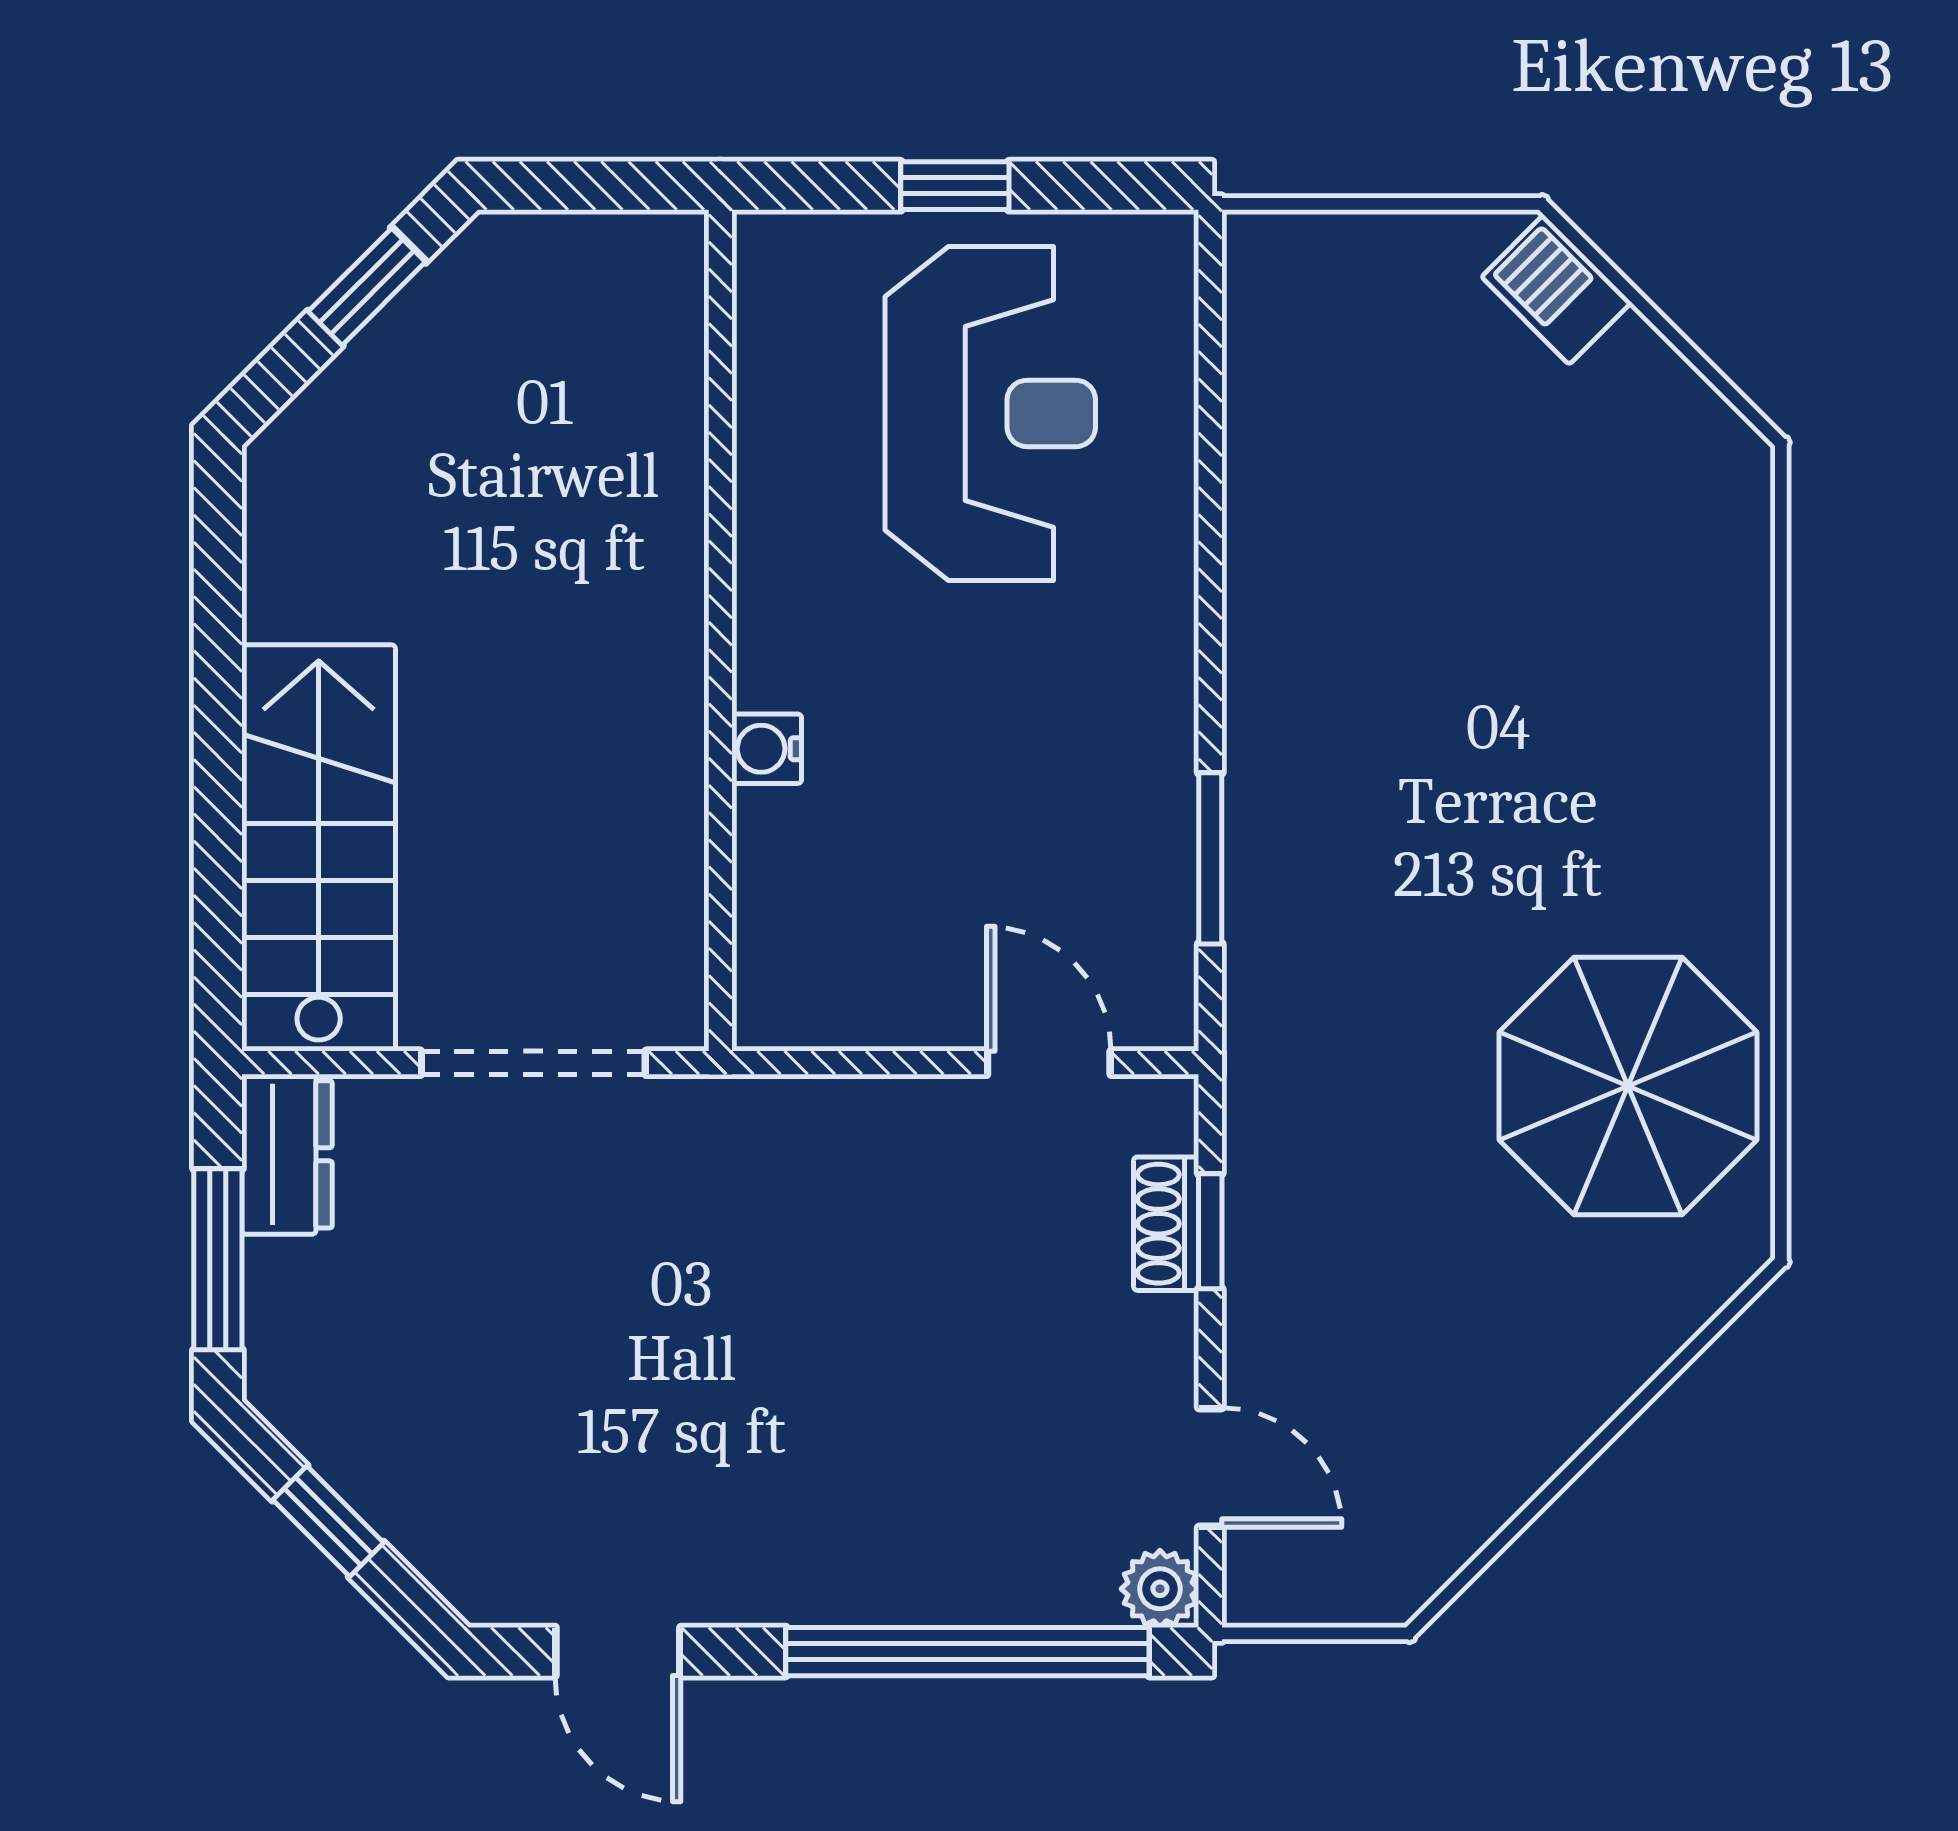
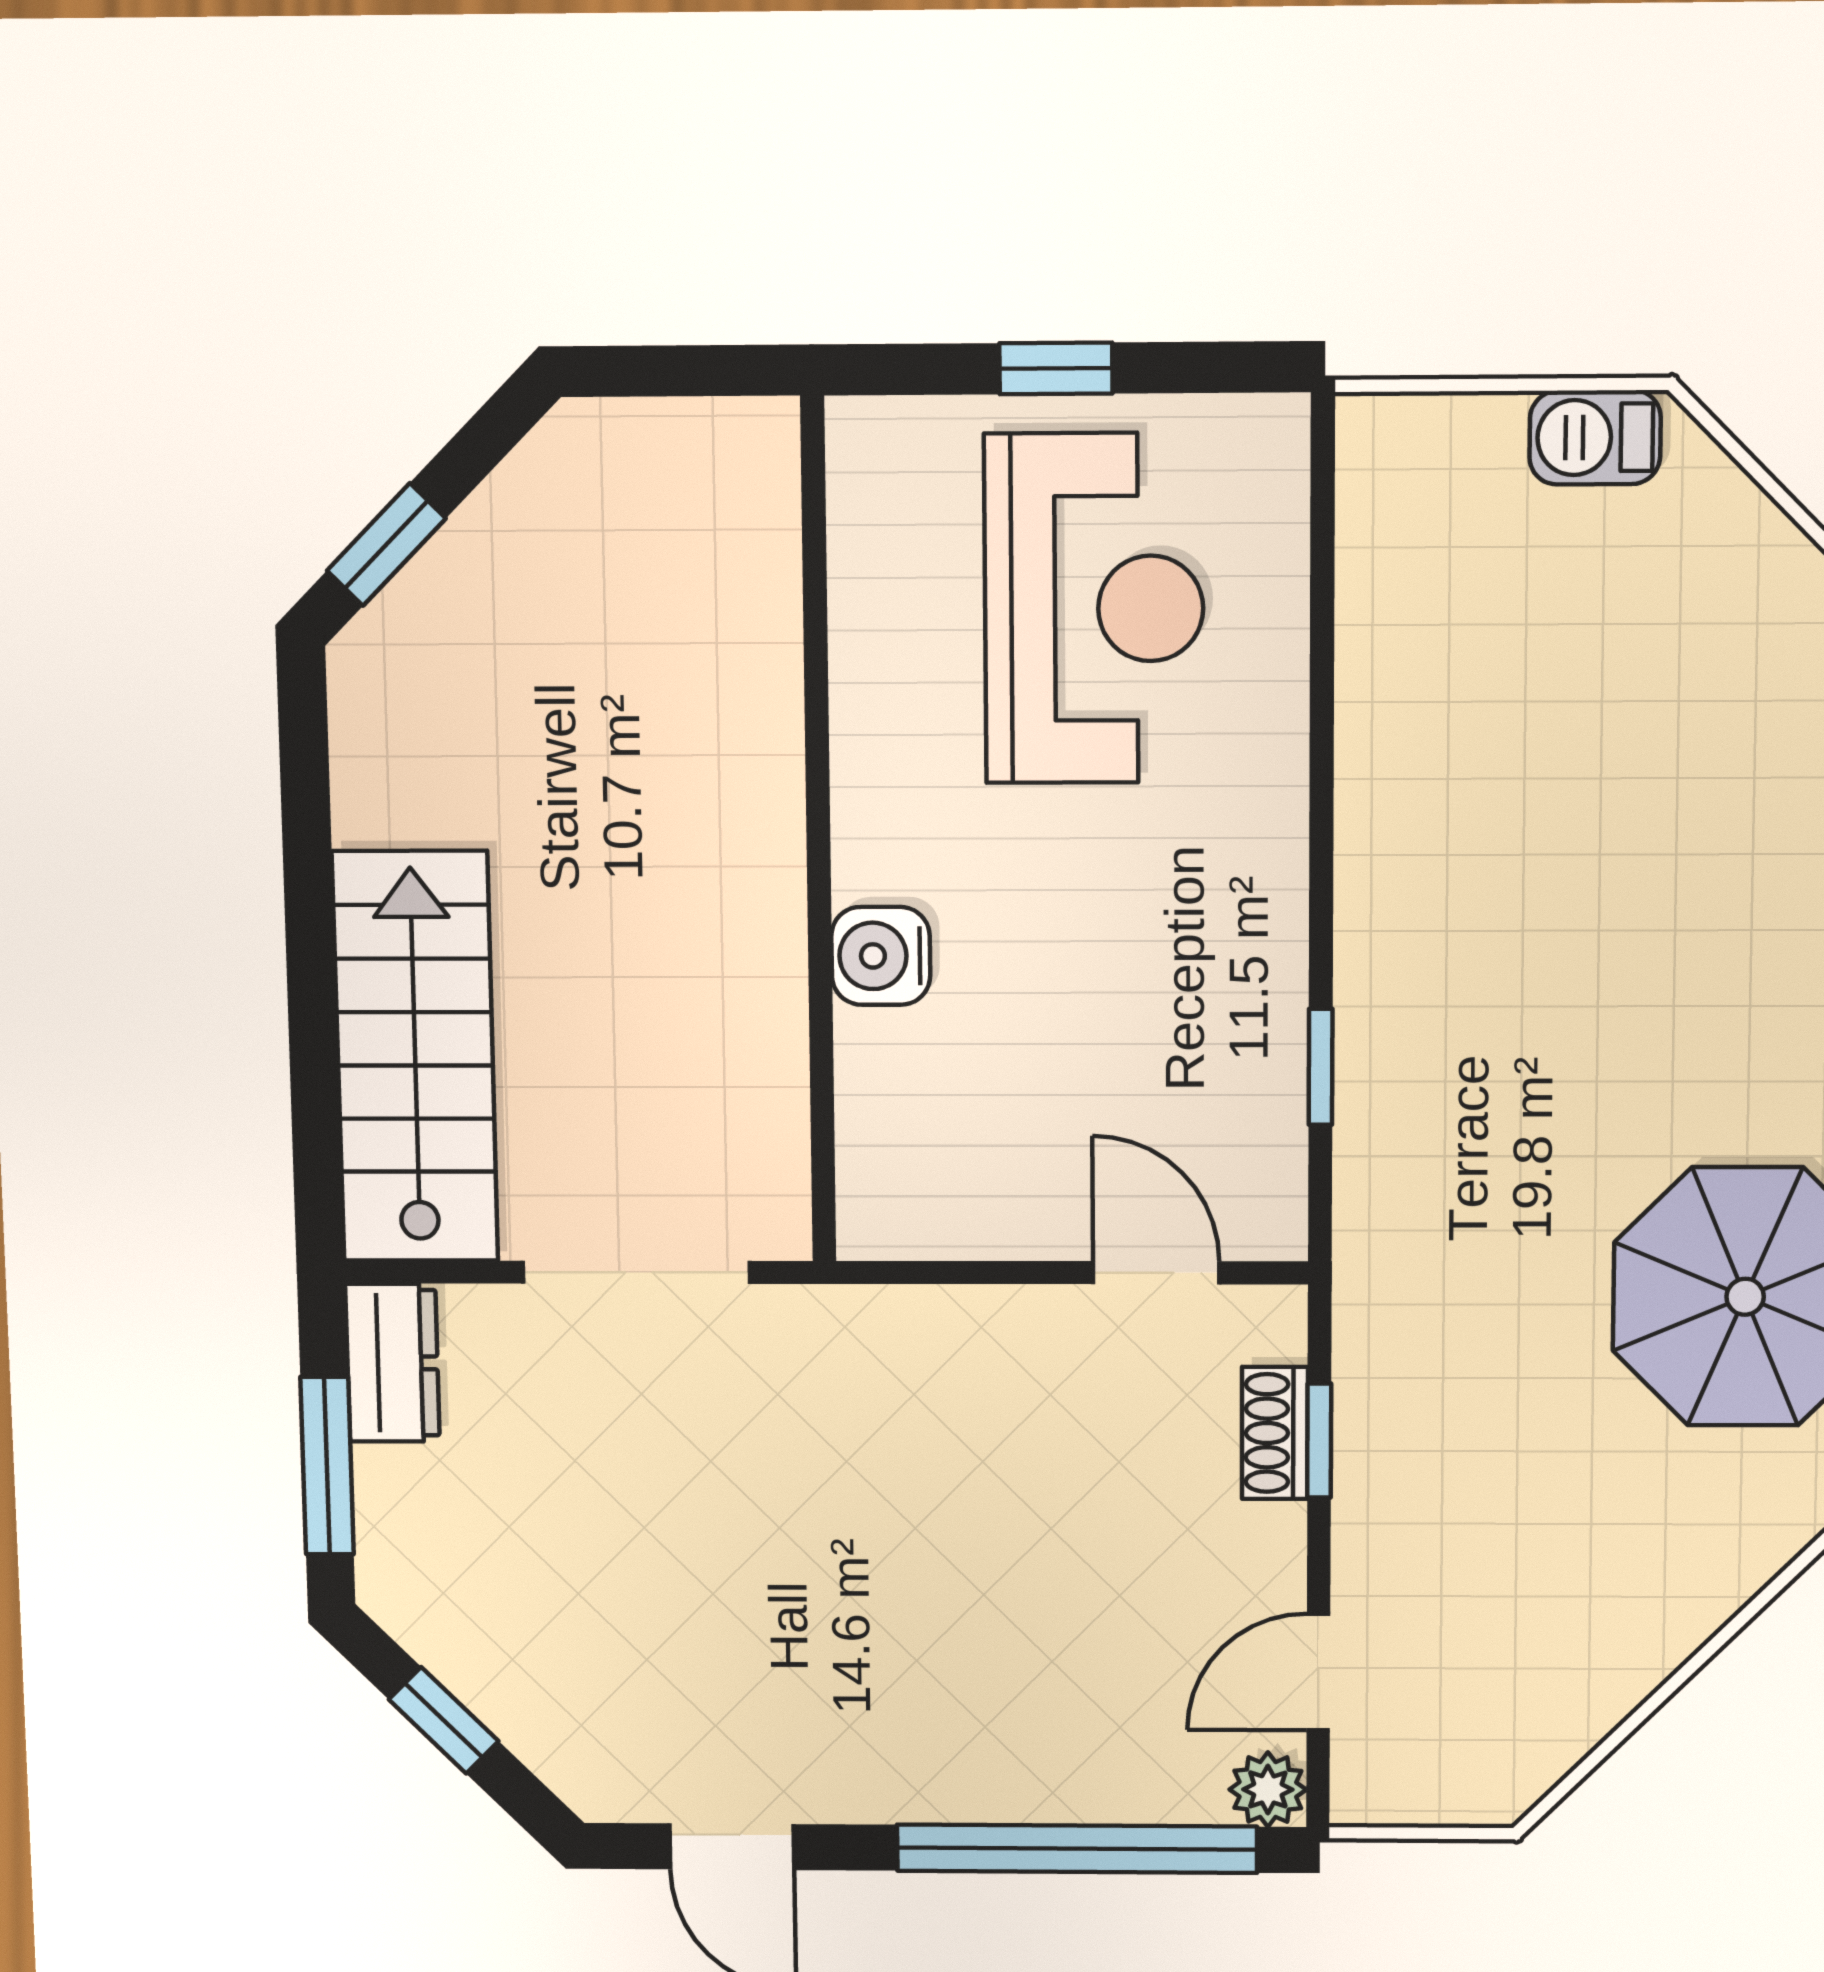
window: (367, 287) -> (386, 545), moved
barbecue: (1556, 290) -> (1595, 437), moved, turned -45
water cooler: (767, 749) -> (881, 956), width x1.38, depth x1.38
window: (1210, 858) -> (1321, 1067), width x0.67
door: (1210, 1467) -> (1318, 1672), swing flipped

